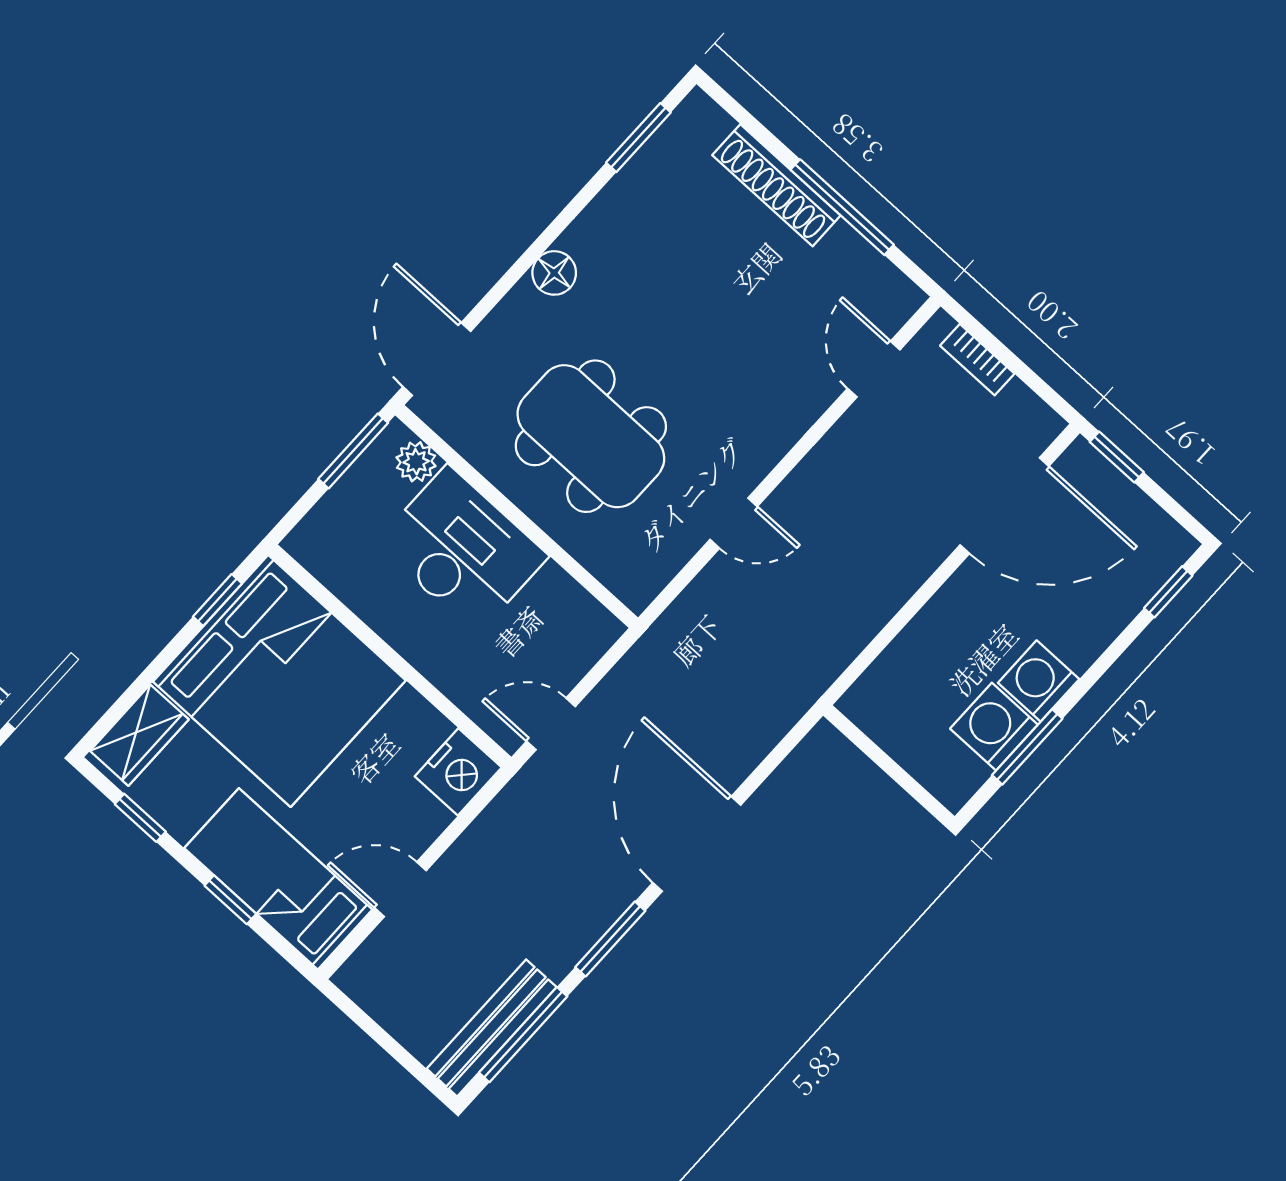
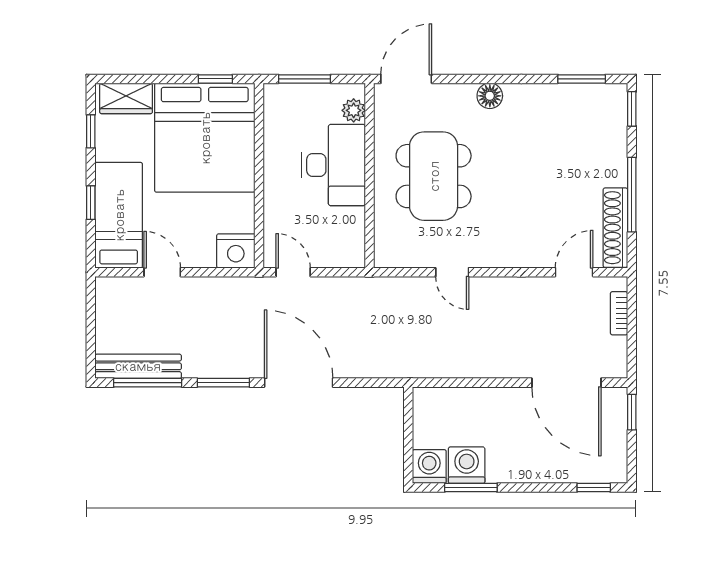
window: (734, 109) -> (632, 109), added
shoe rack: (776, 185) -> (615, 228), moved
window: (353, 451) -> (304, 79), moved
washing machine: (1039, 681) -> (429, 466), moved
door: (697, 844) -> (299, 383), hinge flipped

